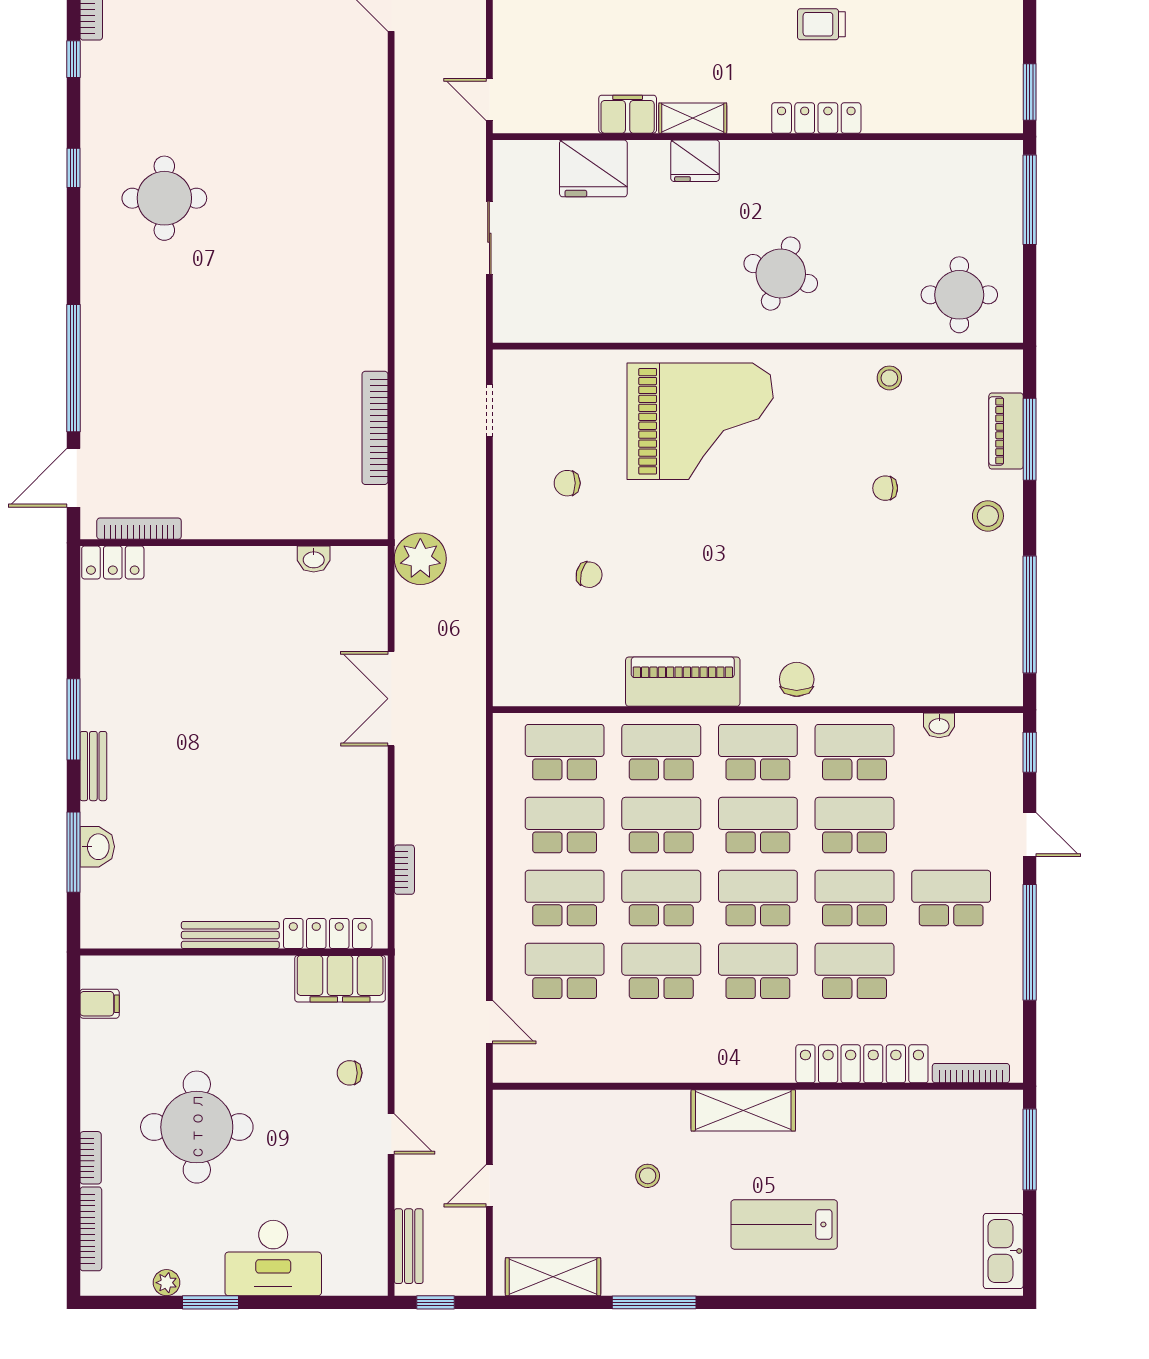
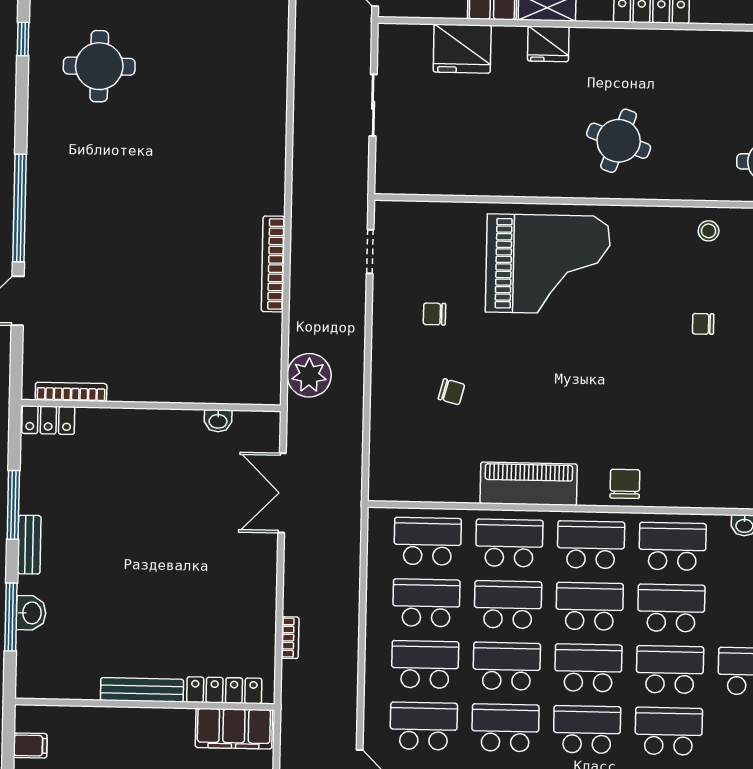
bookcase: (139, 529) -> (71, 392), moved
wall: (234, 543) -> (151, 405), moved
washbasin: (314, 559) -> (218, 421), moved
locker: (113, 562) -> (48, 420), moved

